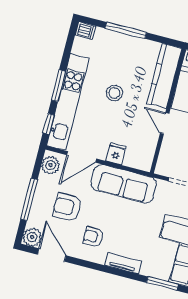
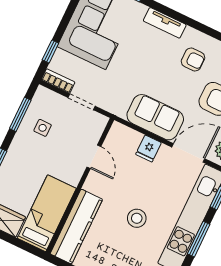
door: (165, 123) -> (94, 157), moved
sofa: (124, 184) -> (155, 117), width x0.73

